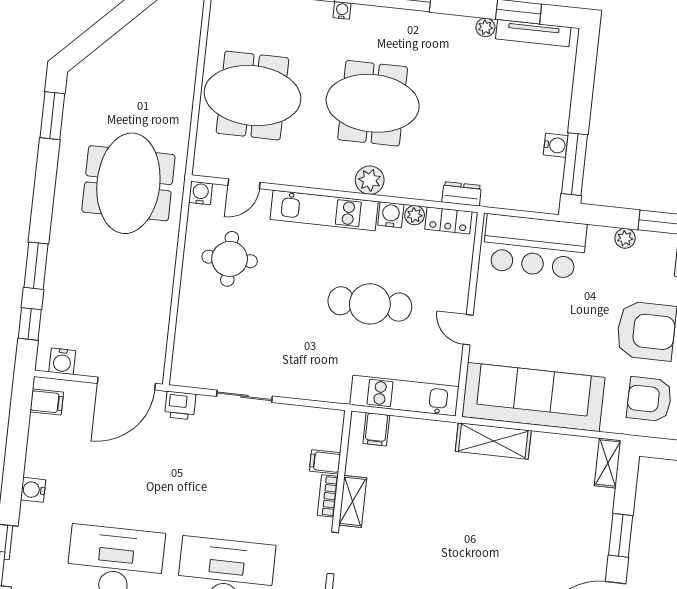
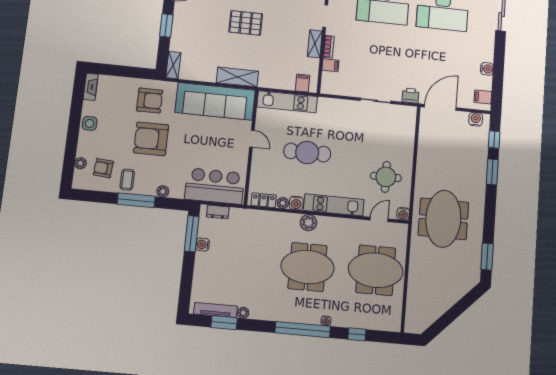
dresser: (462, 194) -> (218, 212), moved
water cooler: (33, 490) -> (487, 69), moved
pallet: (478, 540) -> (246, 23), added

